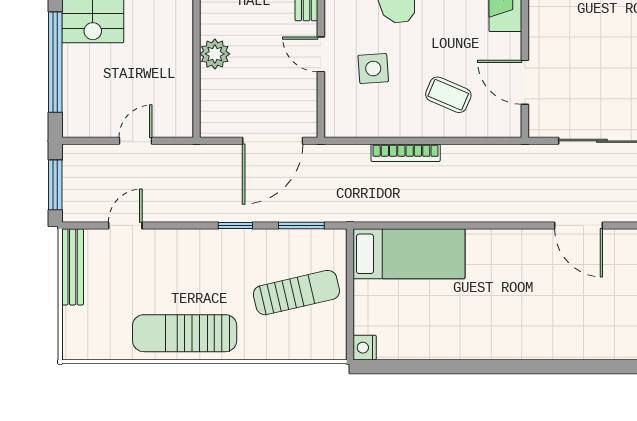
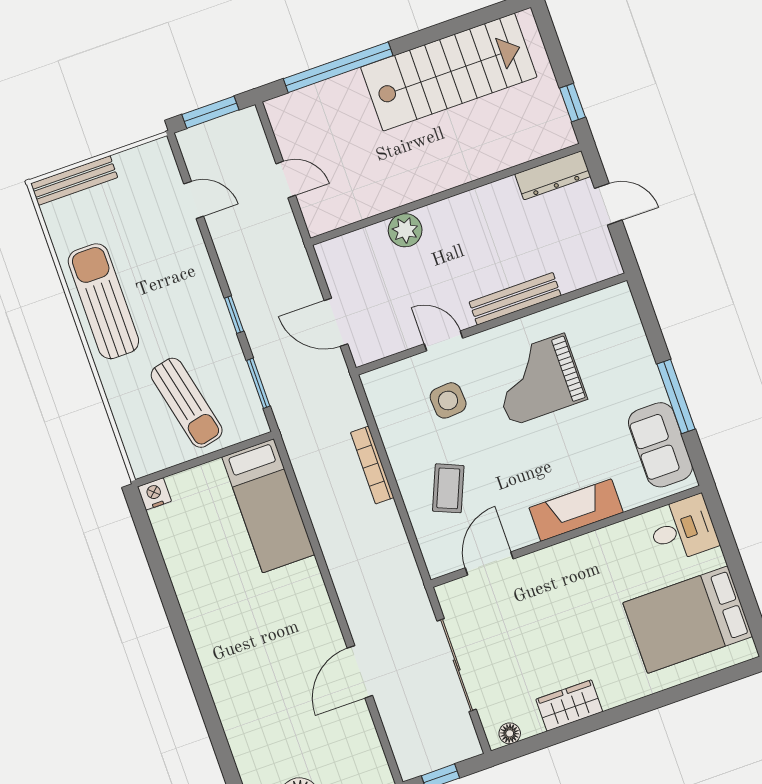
door: (321, 54) -> (444, 341), hinge flipped
door: (273, 141) -> (336, 322), width x0.73
bench: (73, 267) -> (74, 180), moved

